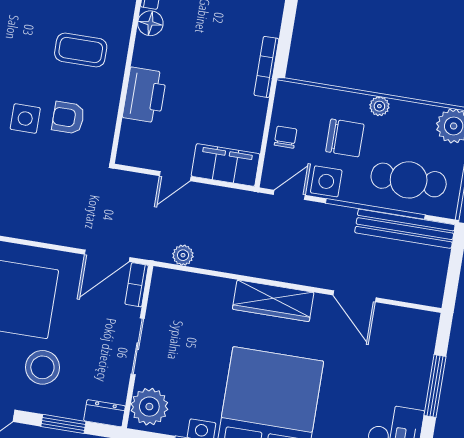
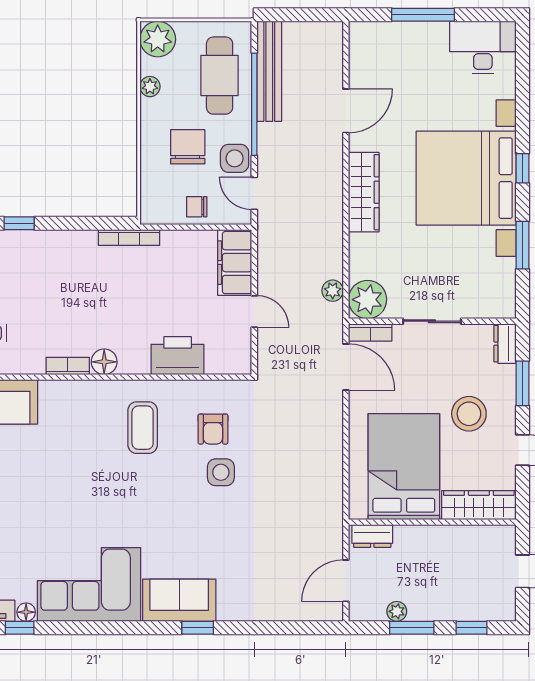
plant: (379, 106) -> (150, 87), moved
plant: (149, 407) -> (368, 300), moved

